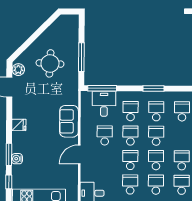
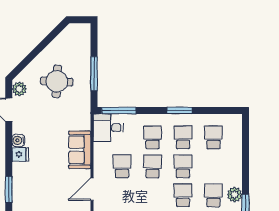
desk: (104, 104) -> (108, 128), moved, turned -90
water cooler: (17, 159) -> (18, 140), moved
school desk: (130, 160) -> (153, 195), removed

